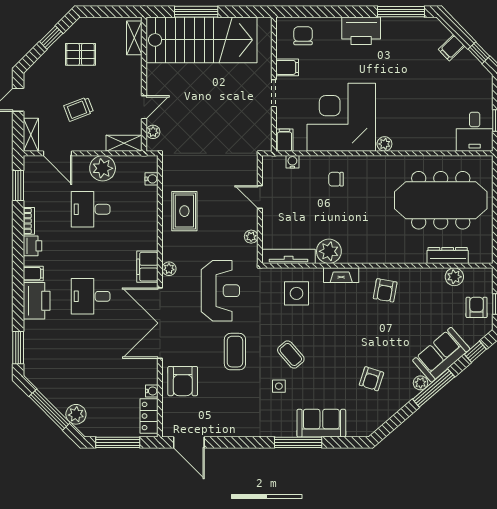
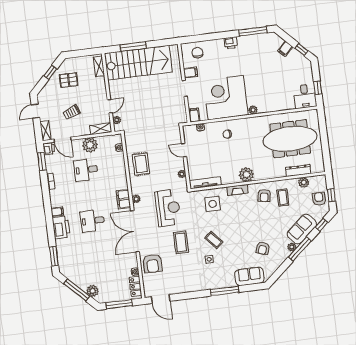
printer: (361, 31) -> (231, 43), width x0.53, depth x0.68
printer: (32, 246) -> (49, 149), moved
plant: (329, 251) -> (246, 175), moved
coffee table: (416, 298) -> (283, 197), added
sofa: (321, 423) -> (249, 276), moved

